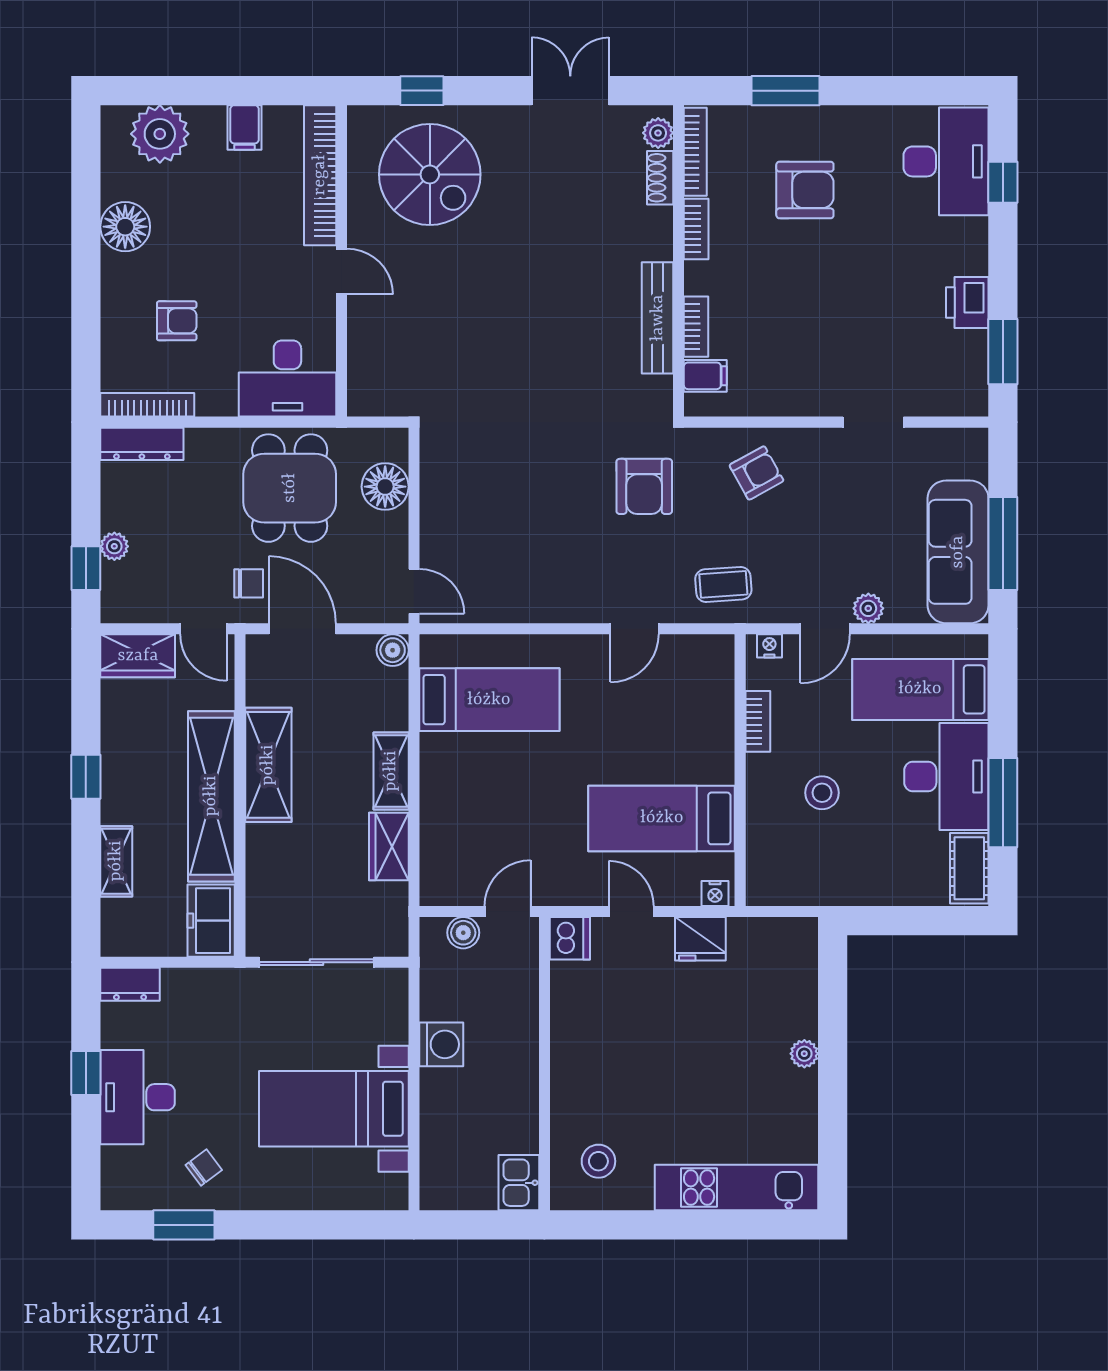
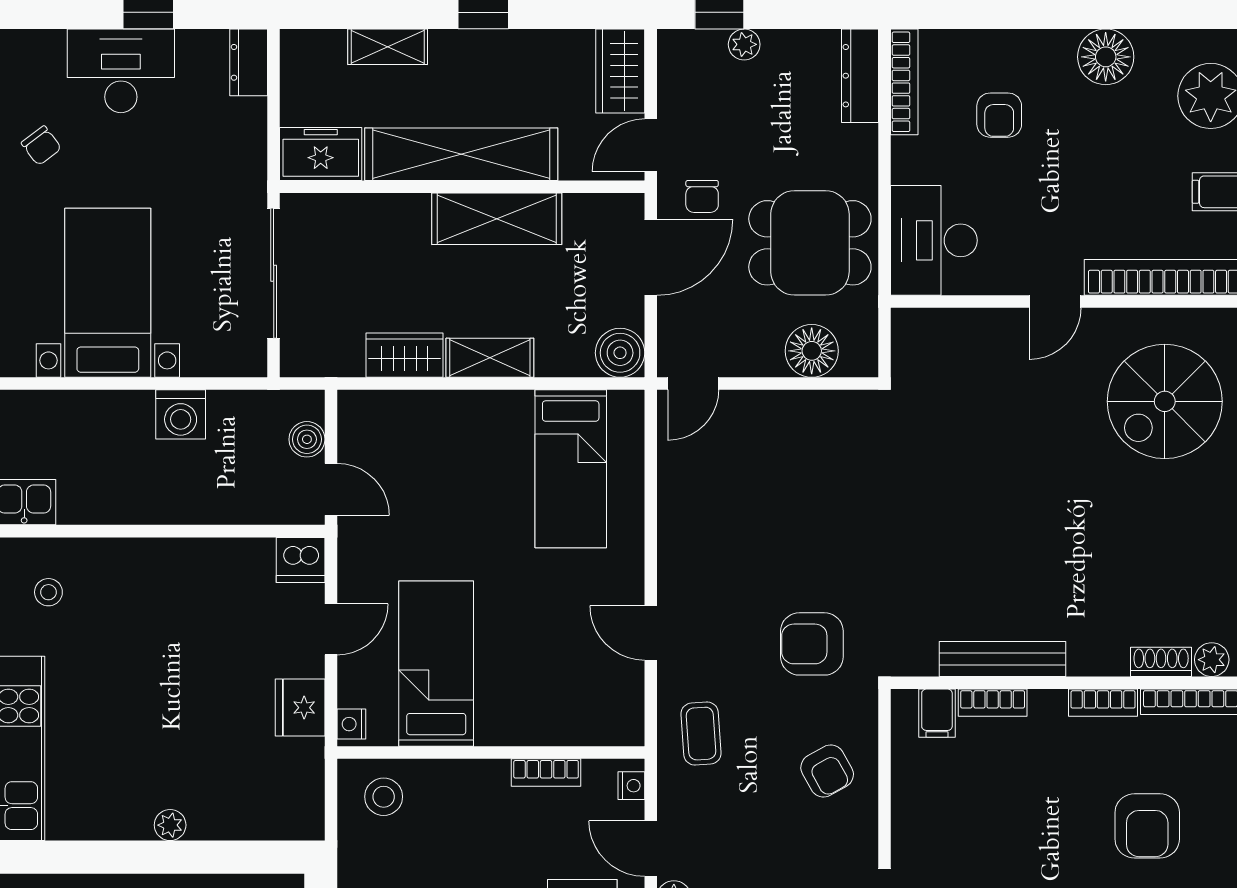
boiler: (393, 650) -> (620, 353), width x1.36, depth x1.36
stool: (822, 793) -> (384, 797), moved
stool: (598, 1161) -> (48, 592), width x0.73, depth x0.73

